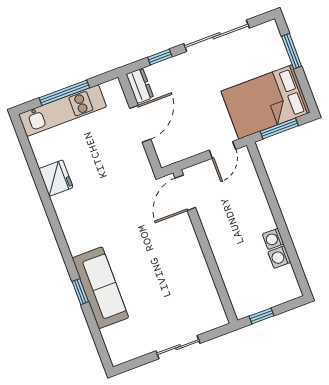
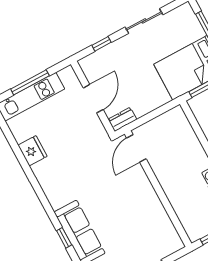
sliding door: (217, 36) -> (144, 21), width x0.73
dresser: (140, 86) -> (122, 119), moved, turned -90
door: (222, 150) -> (161, 110), removed

